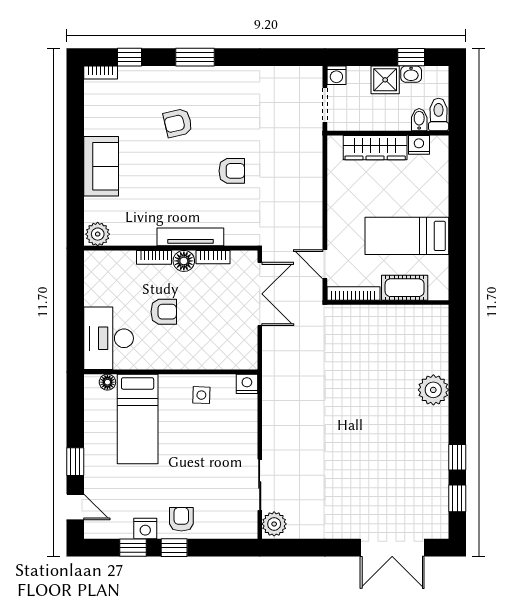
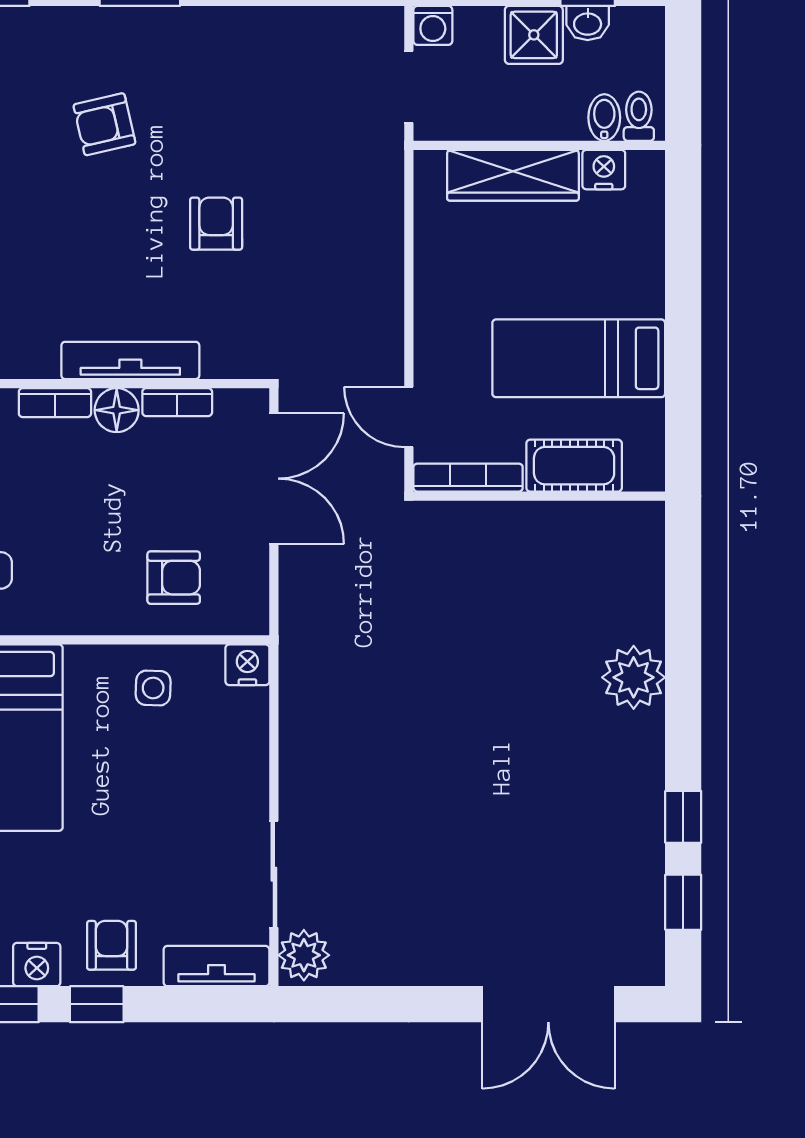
toilet: (439, 115) -> (639, 116), width x0.73, depth x0.72
armchair: (232, 171) -> (216, 224), turned -90
armchair: (164, 312) -> (174, 578), moved
tv unit: (232, 529) -> (216, 966), added

